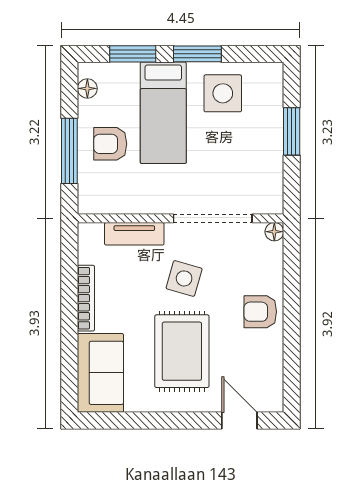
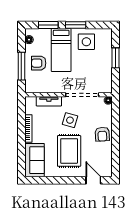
armchair: (260, 312) -> (102, 134), turned -93

